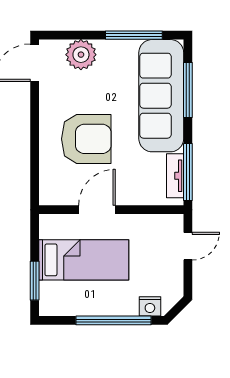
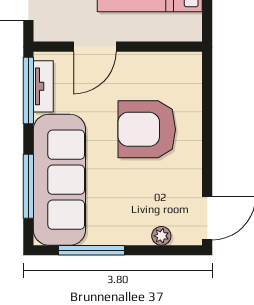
plant: (81, 55) -> (161, 236), width x0.53, depth x0.53
door: (97, 210) -> (95, 47), moved

